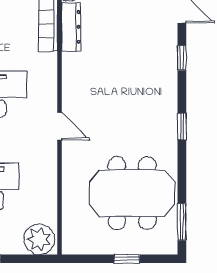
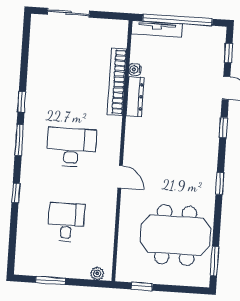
plant: (39, 239) -> (97, 273), width x0.53, depth x0.53
window: (127, 259) -> (142, 287), moved

